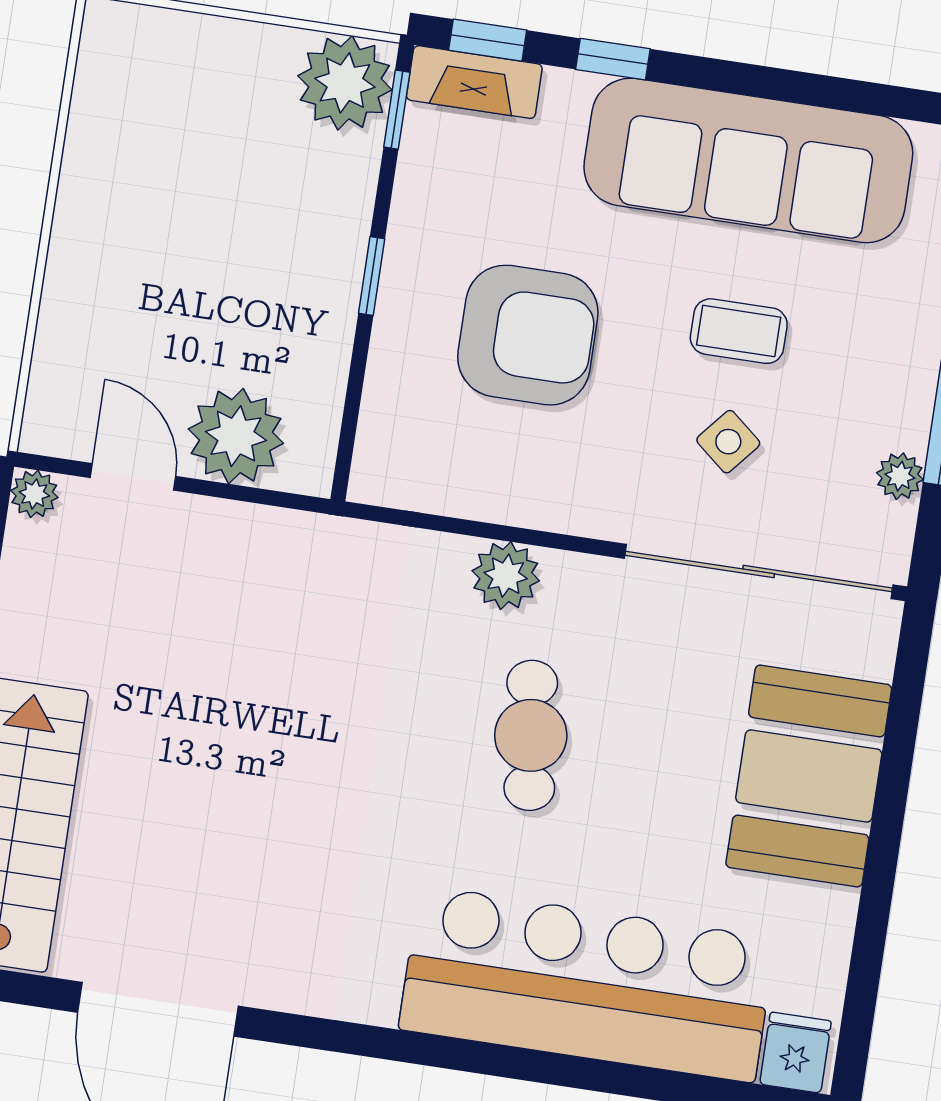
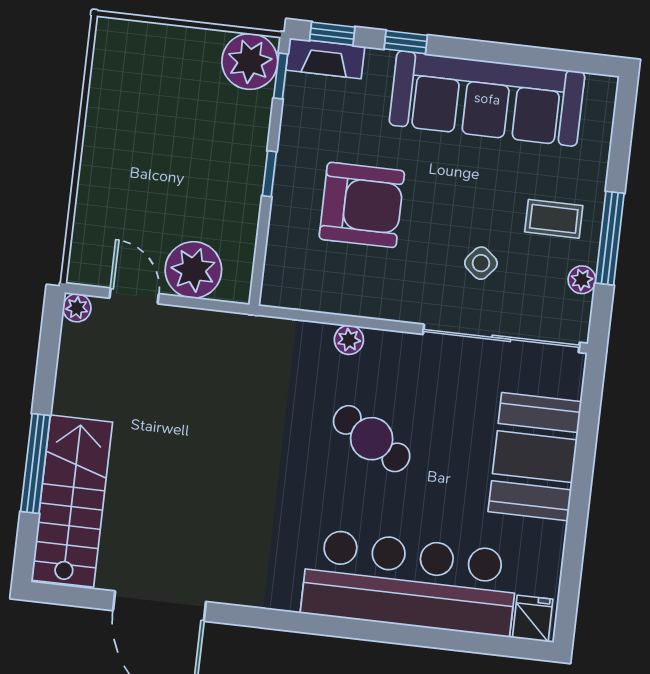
coffee table: (739, 331) -> (554, 219), moved
plant: (506, 576) -> (349, 340), width x0.73, depth x0.73
cafe table: (531, 735) -> (372, 439), turned -52

